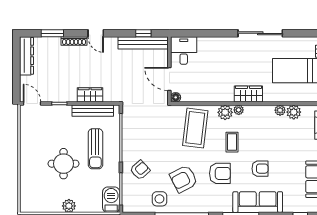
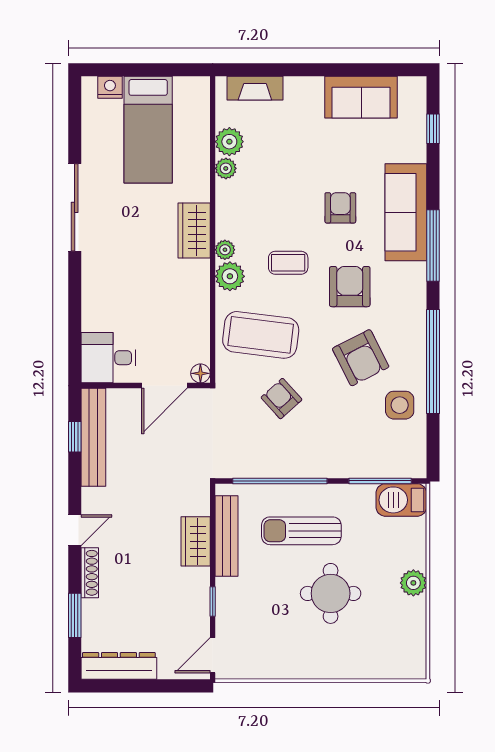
sun lounger: (95, 149) -> (301, 531), turned 180
armchair: (140, 170) -> (281, 399), moved

